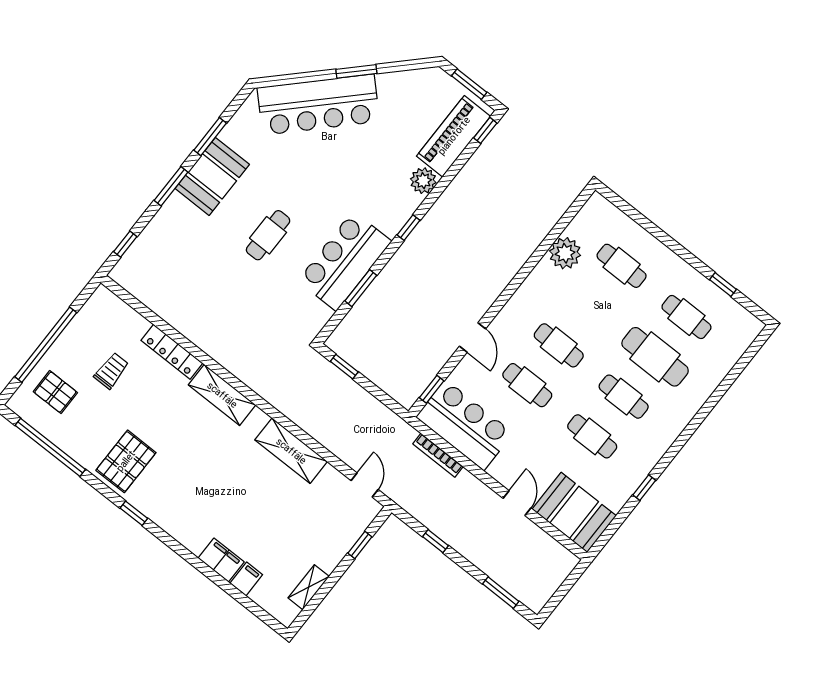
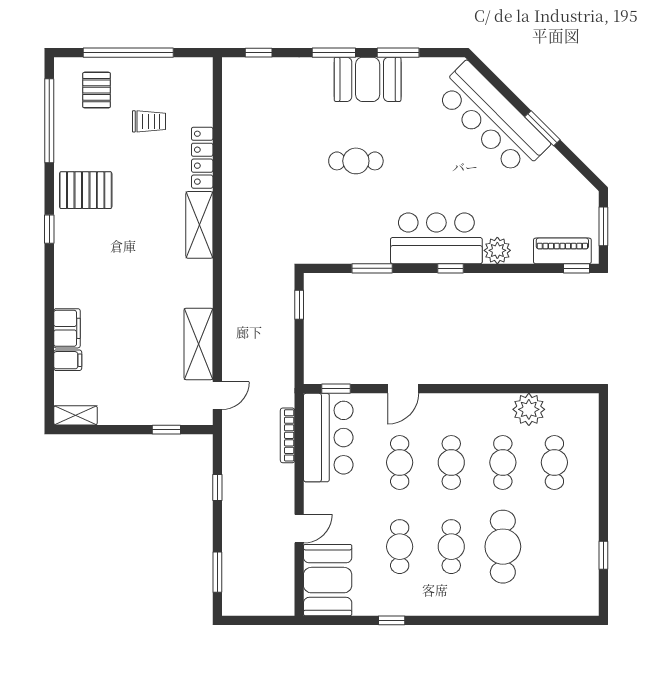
piano: (454, 136) -> (562, 251), width x0.73, depth x0.75
bar counter: (345, 261) -> (436, 238), moved
cafe table: (686, 317) -> (503, 462), moved
shelving: (291, 451) -> (198, 344), moved
shelving: (309, 587) -> (75, 415), moved

